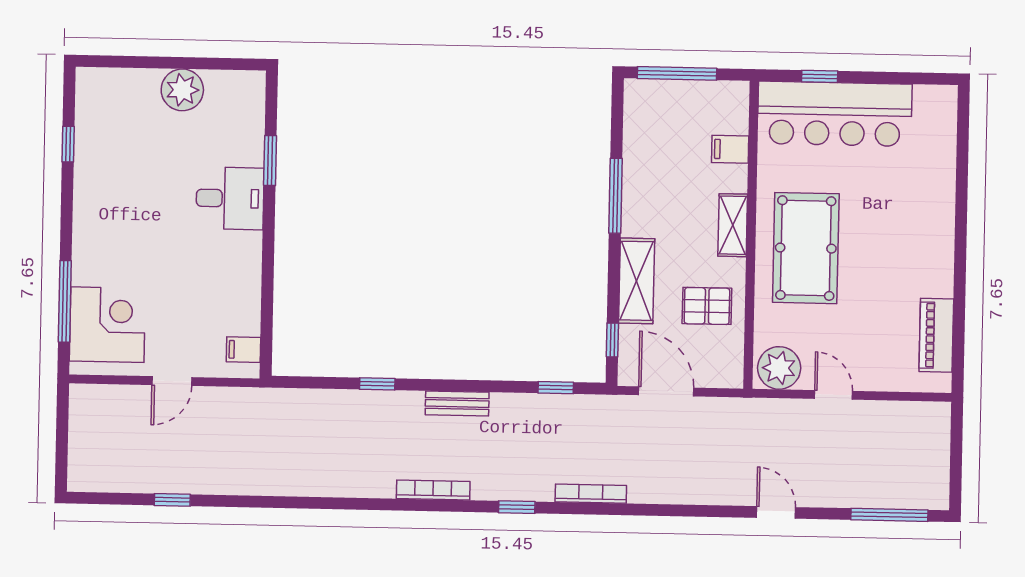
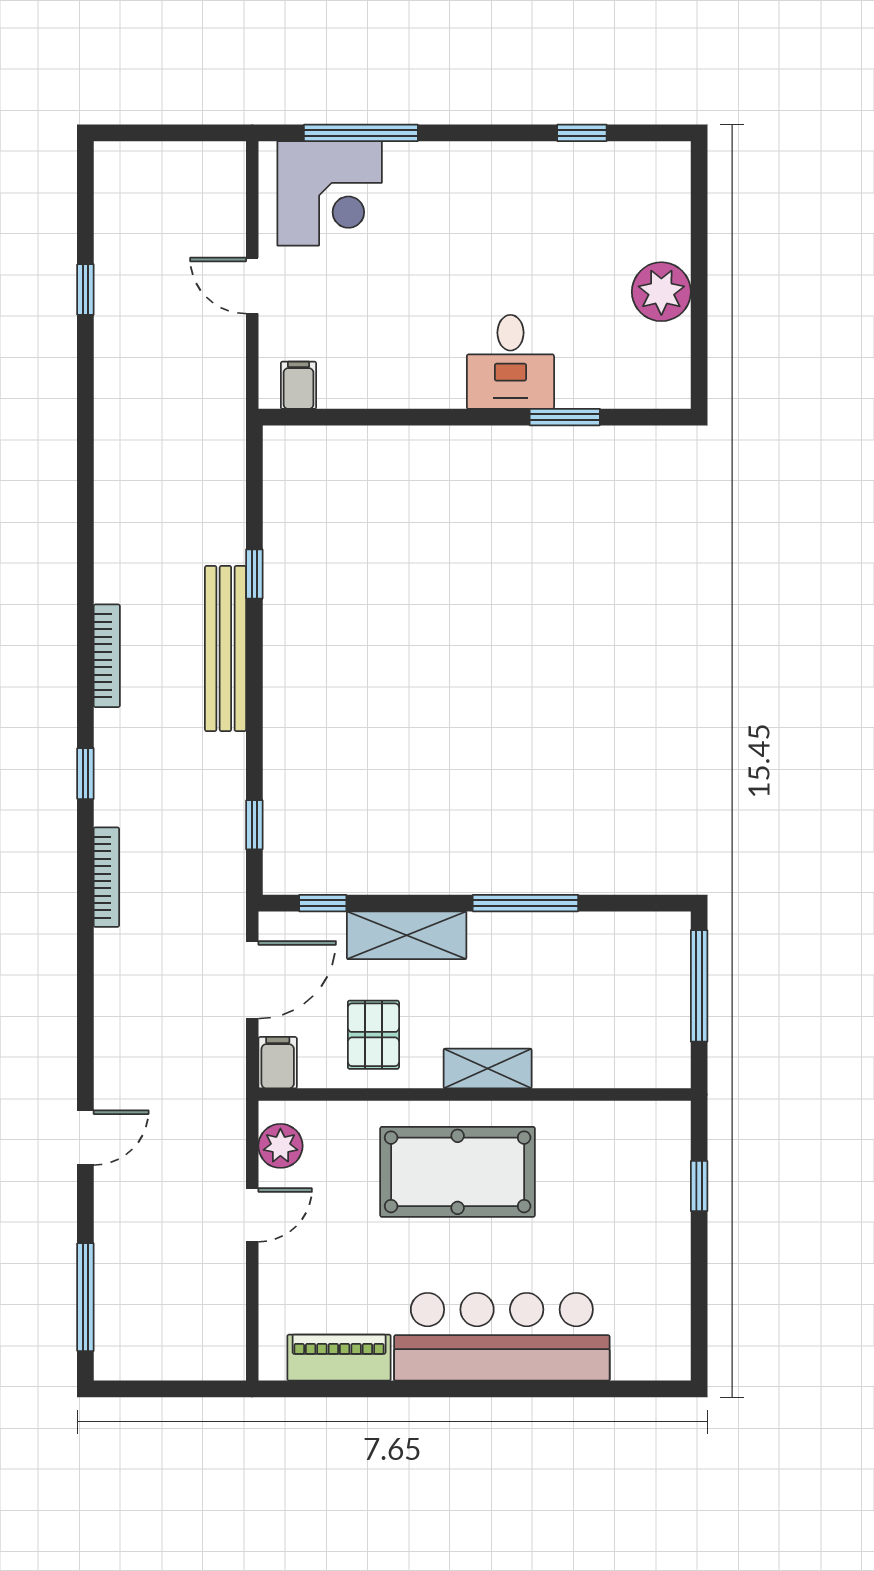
bar counter: (835, 114) -> (502, 1337), moved, turned 90
filing cabinet: (730, 149) -> (278, 1063), moved
plant: (779, 368) -> (280, 1146), width x0.73, depth x0.73
bench: (457, 403) -> (225, 649), width x1.86, depth x1.21

